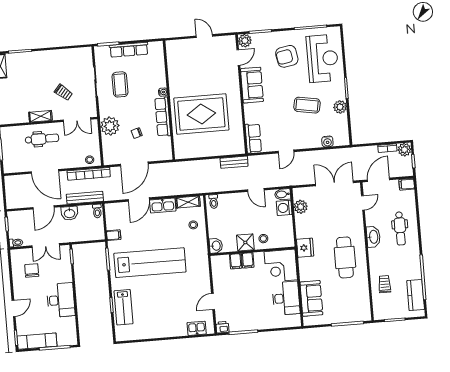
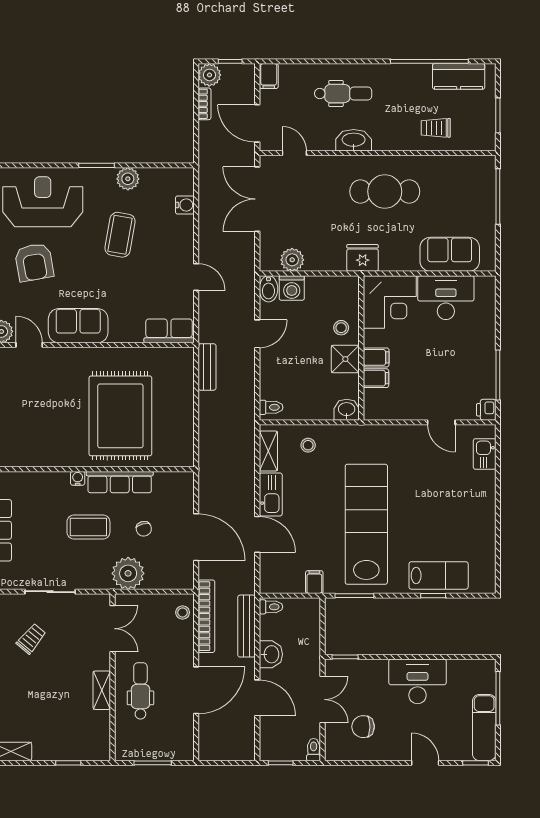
coffee table: (120, 84) -> (88, 527), moved
trolley: (63, 92) -> (31, 639), moved

